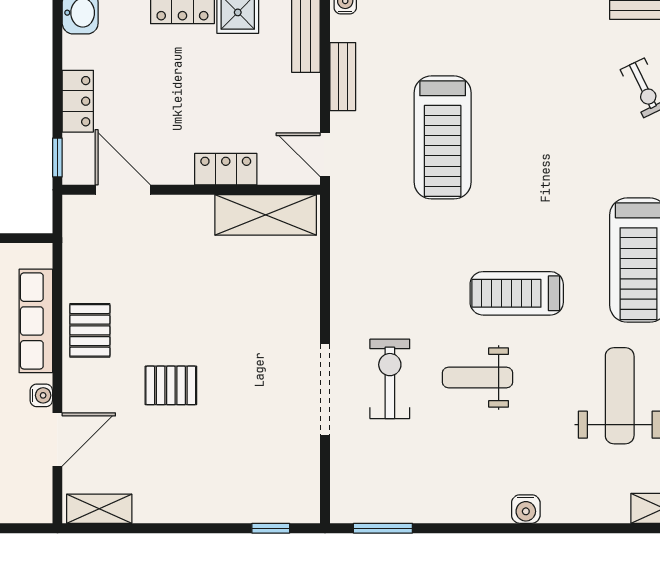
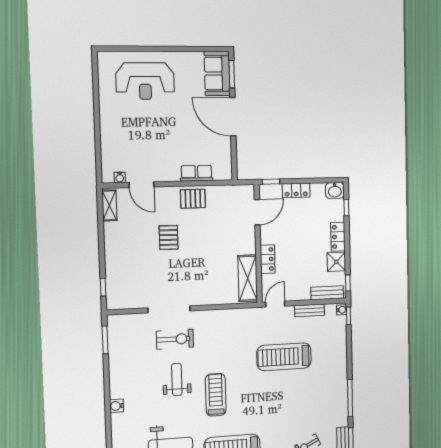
row of seats: (36, 321) -> (196, 173), width x0.68
water cooler: (41, 395) -> (120, 178), moved

